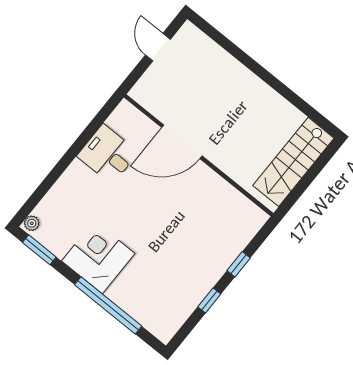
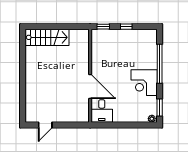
door: (182, 142) -> (90, 86), moved
wall: (199, 155) -> (90, 76), moved

